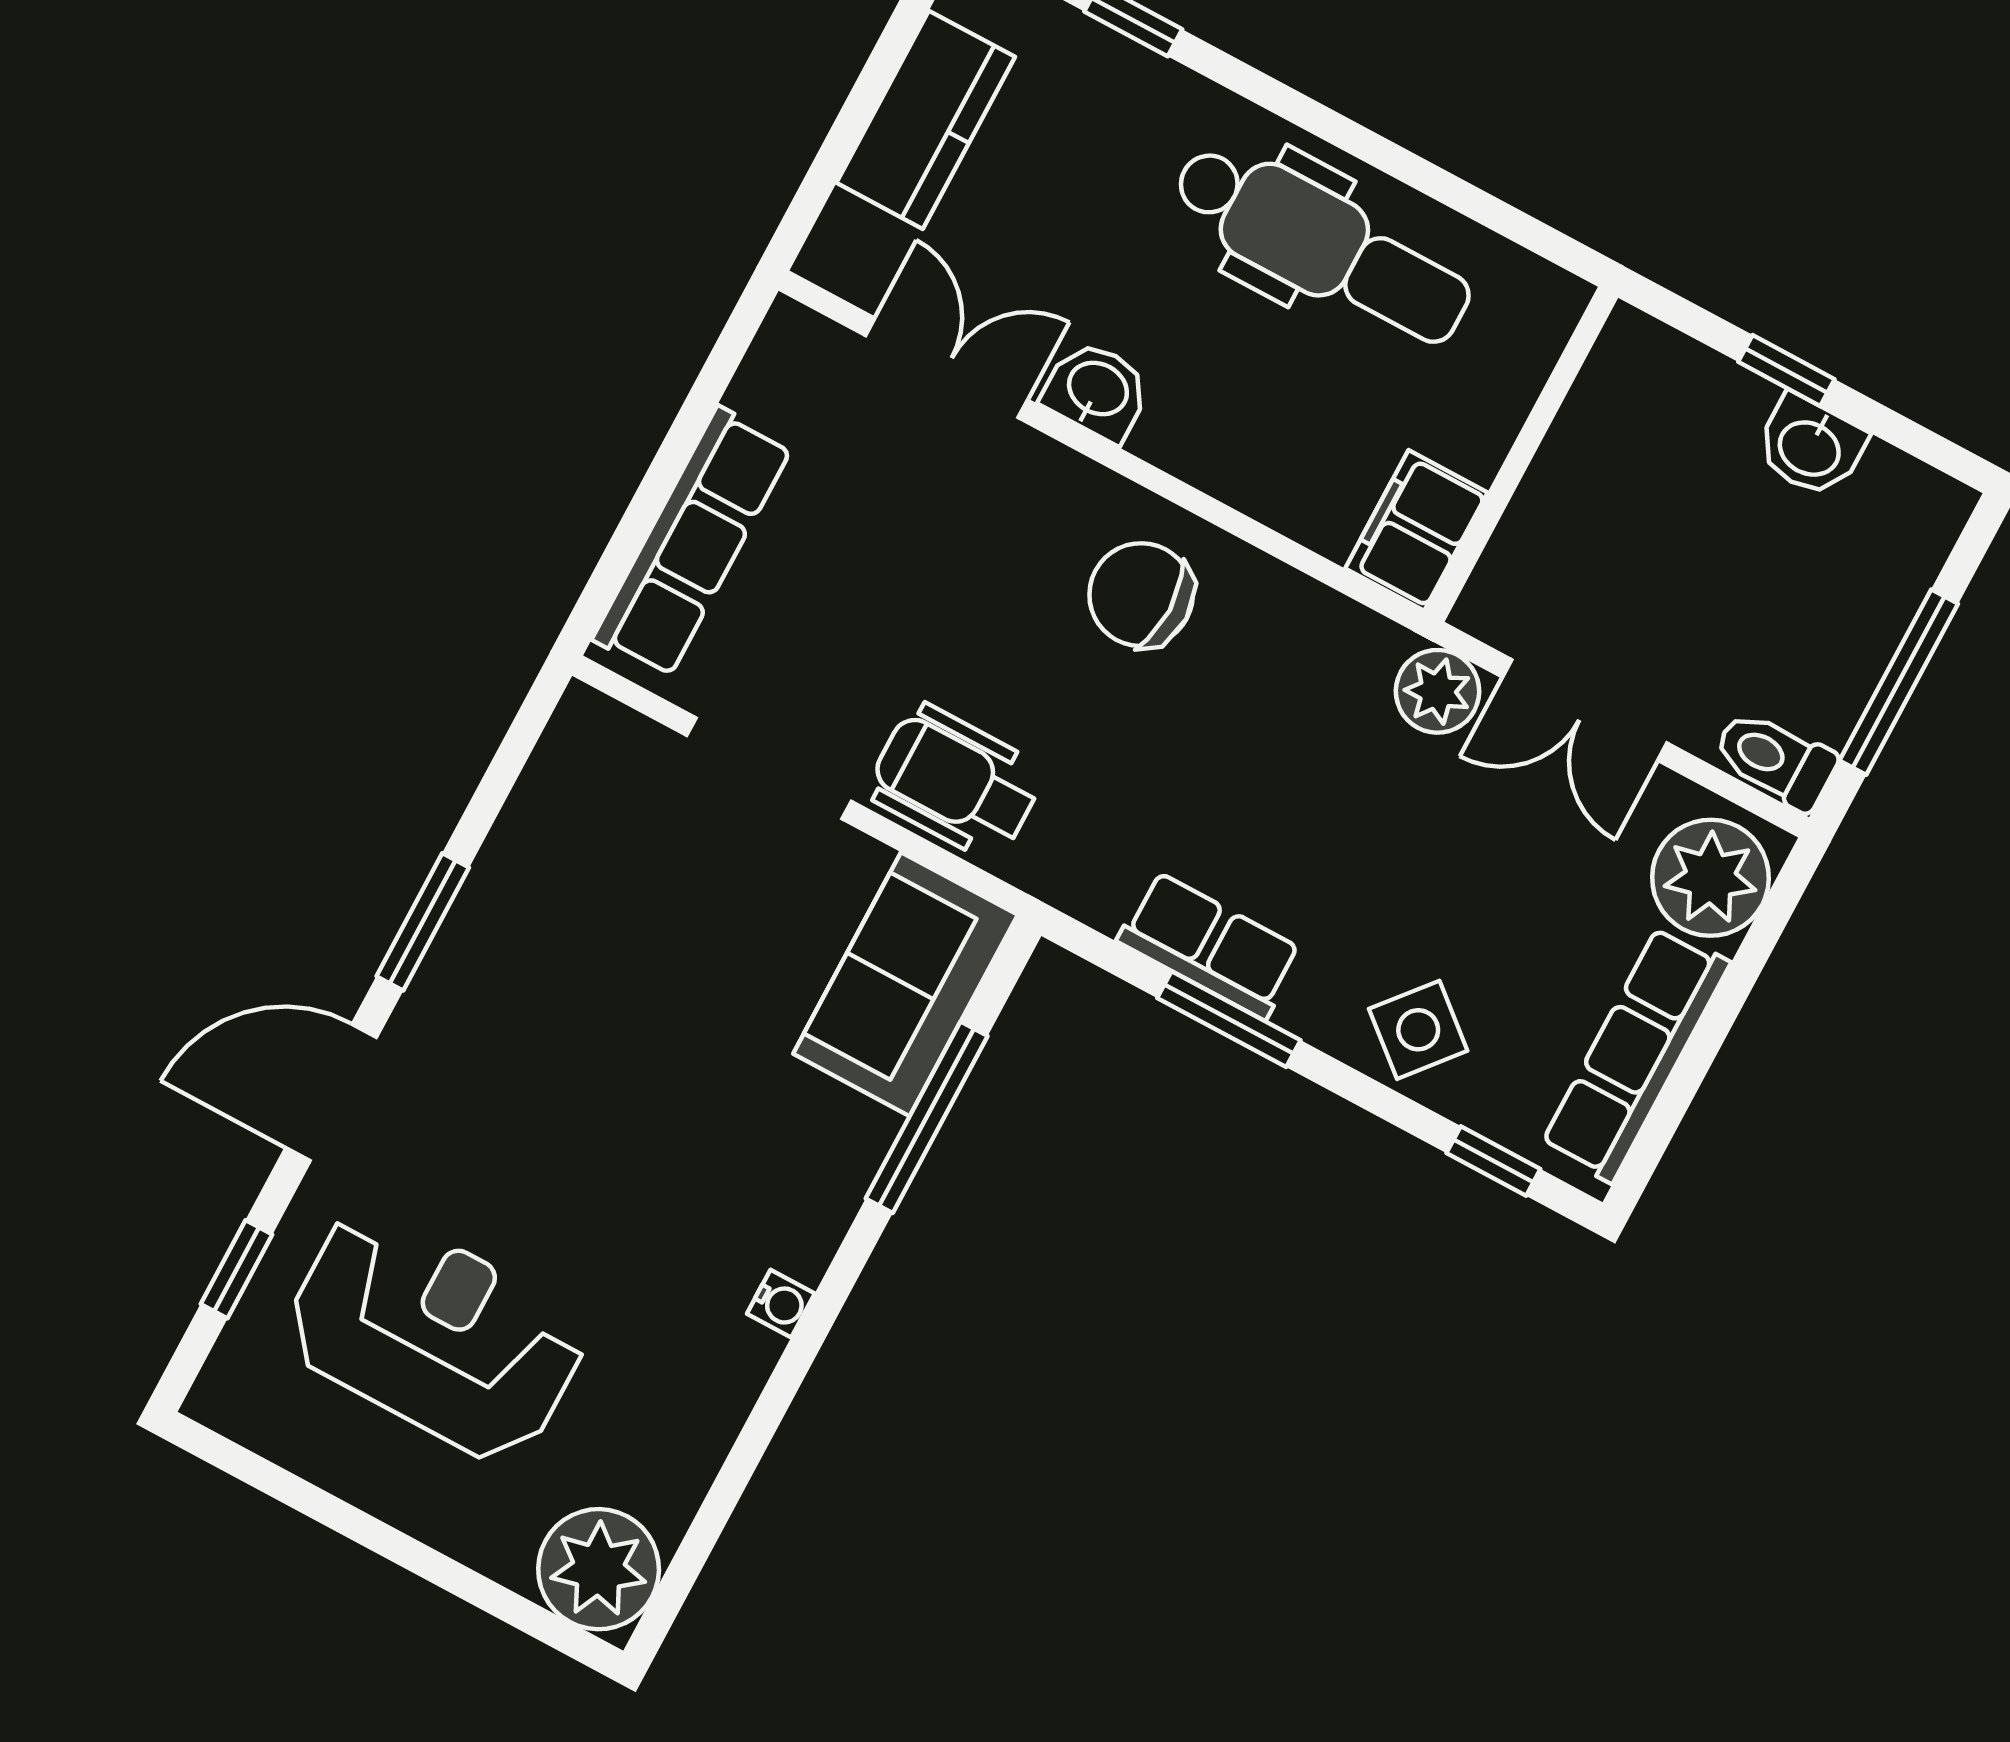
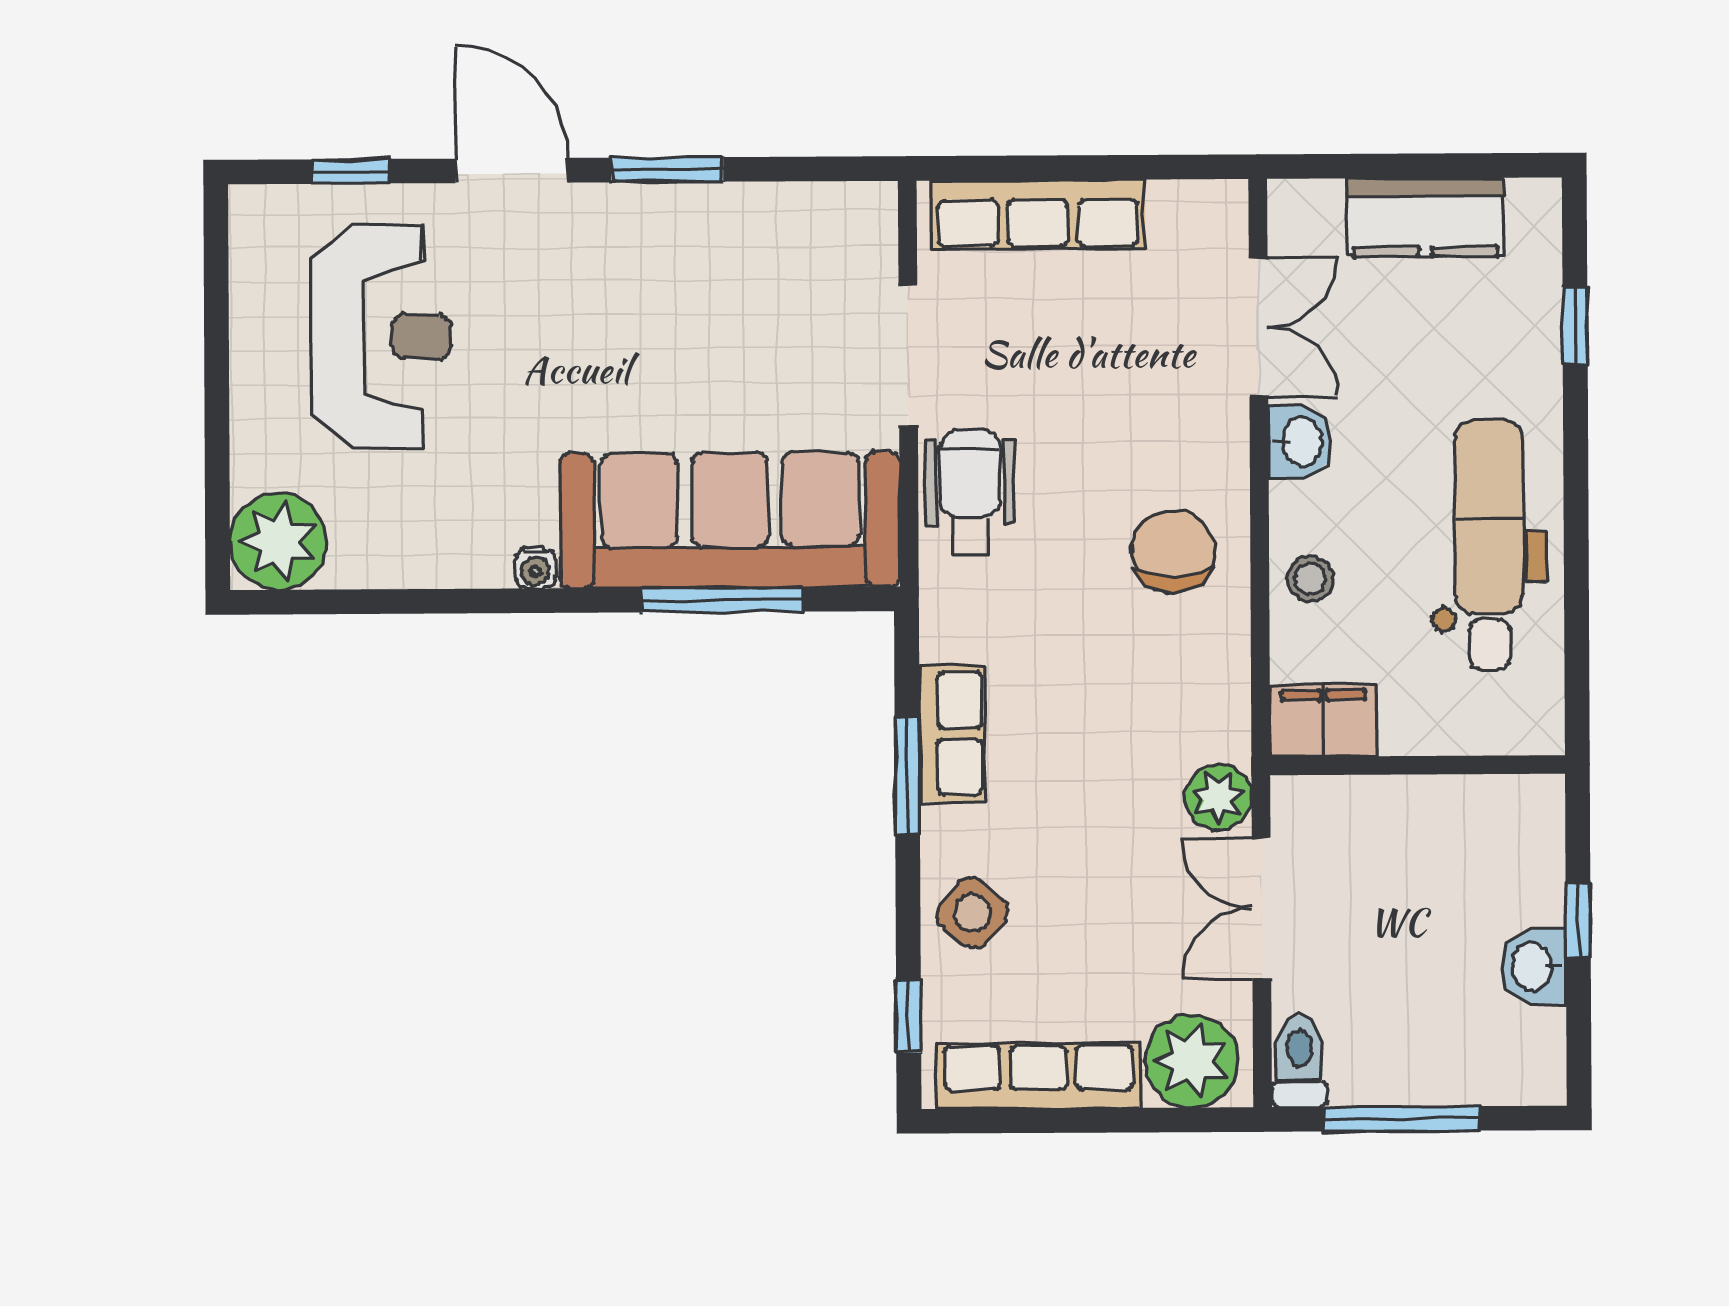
dental chair: (1322, 244) -> (1489, 544), turned 180
stool: (1253, 461) -> (1311, 579), added
sofa: (905, 984) -> (730, 520), width x1.85, depth x1.27

